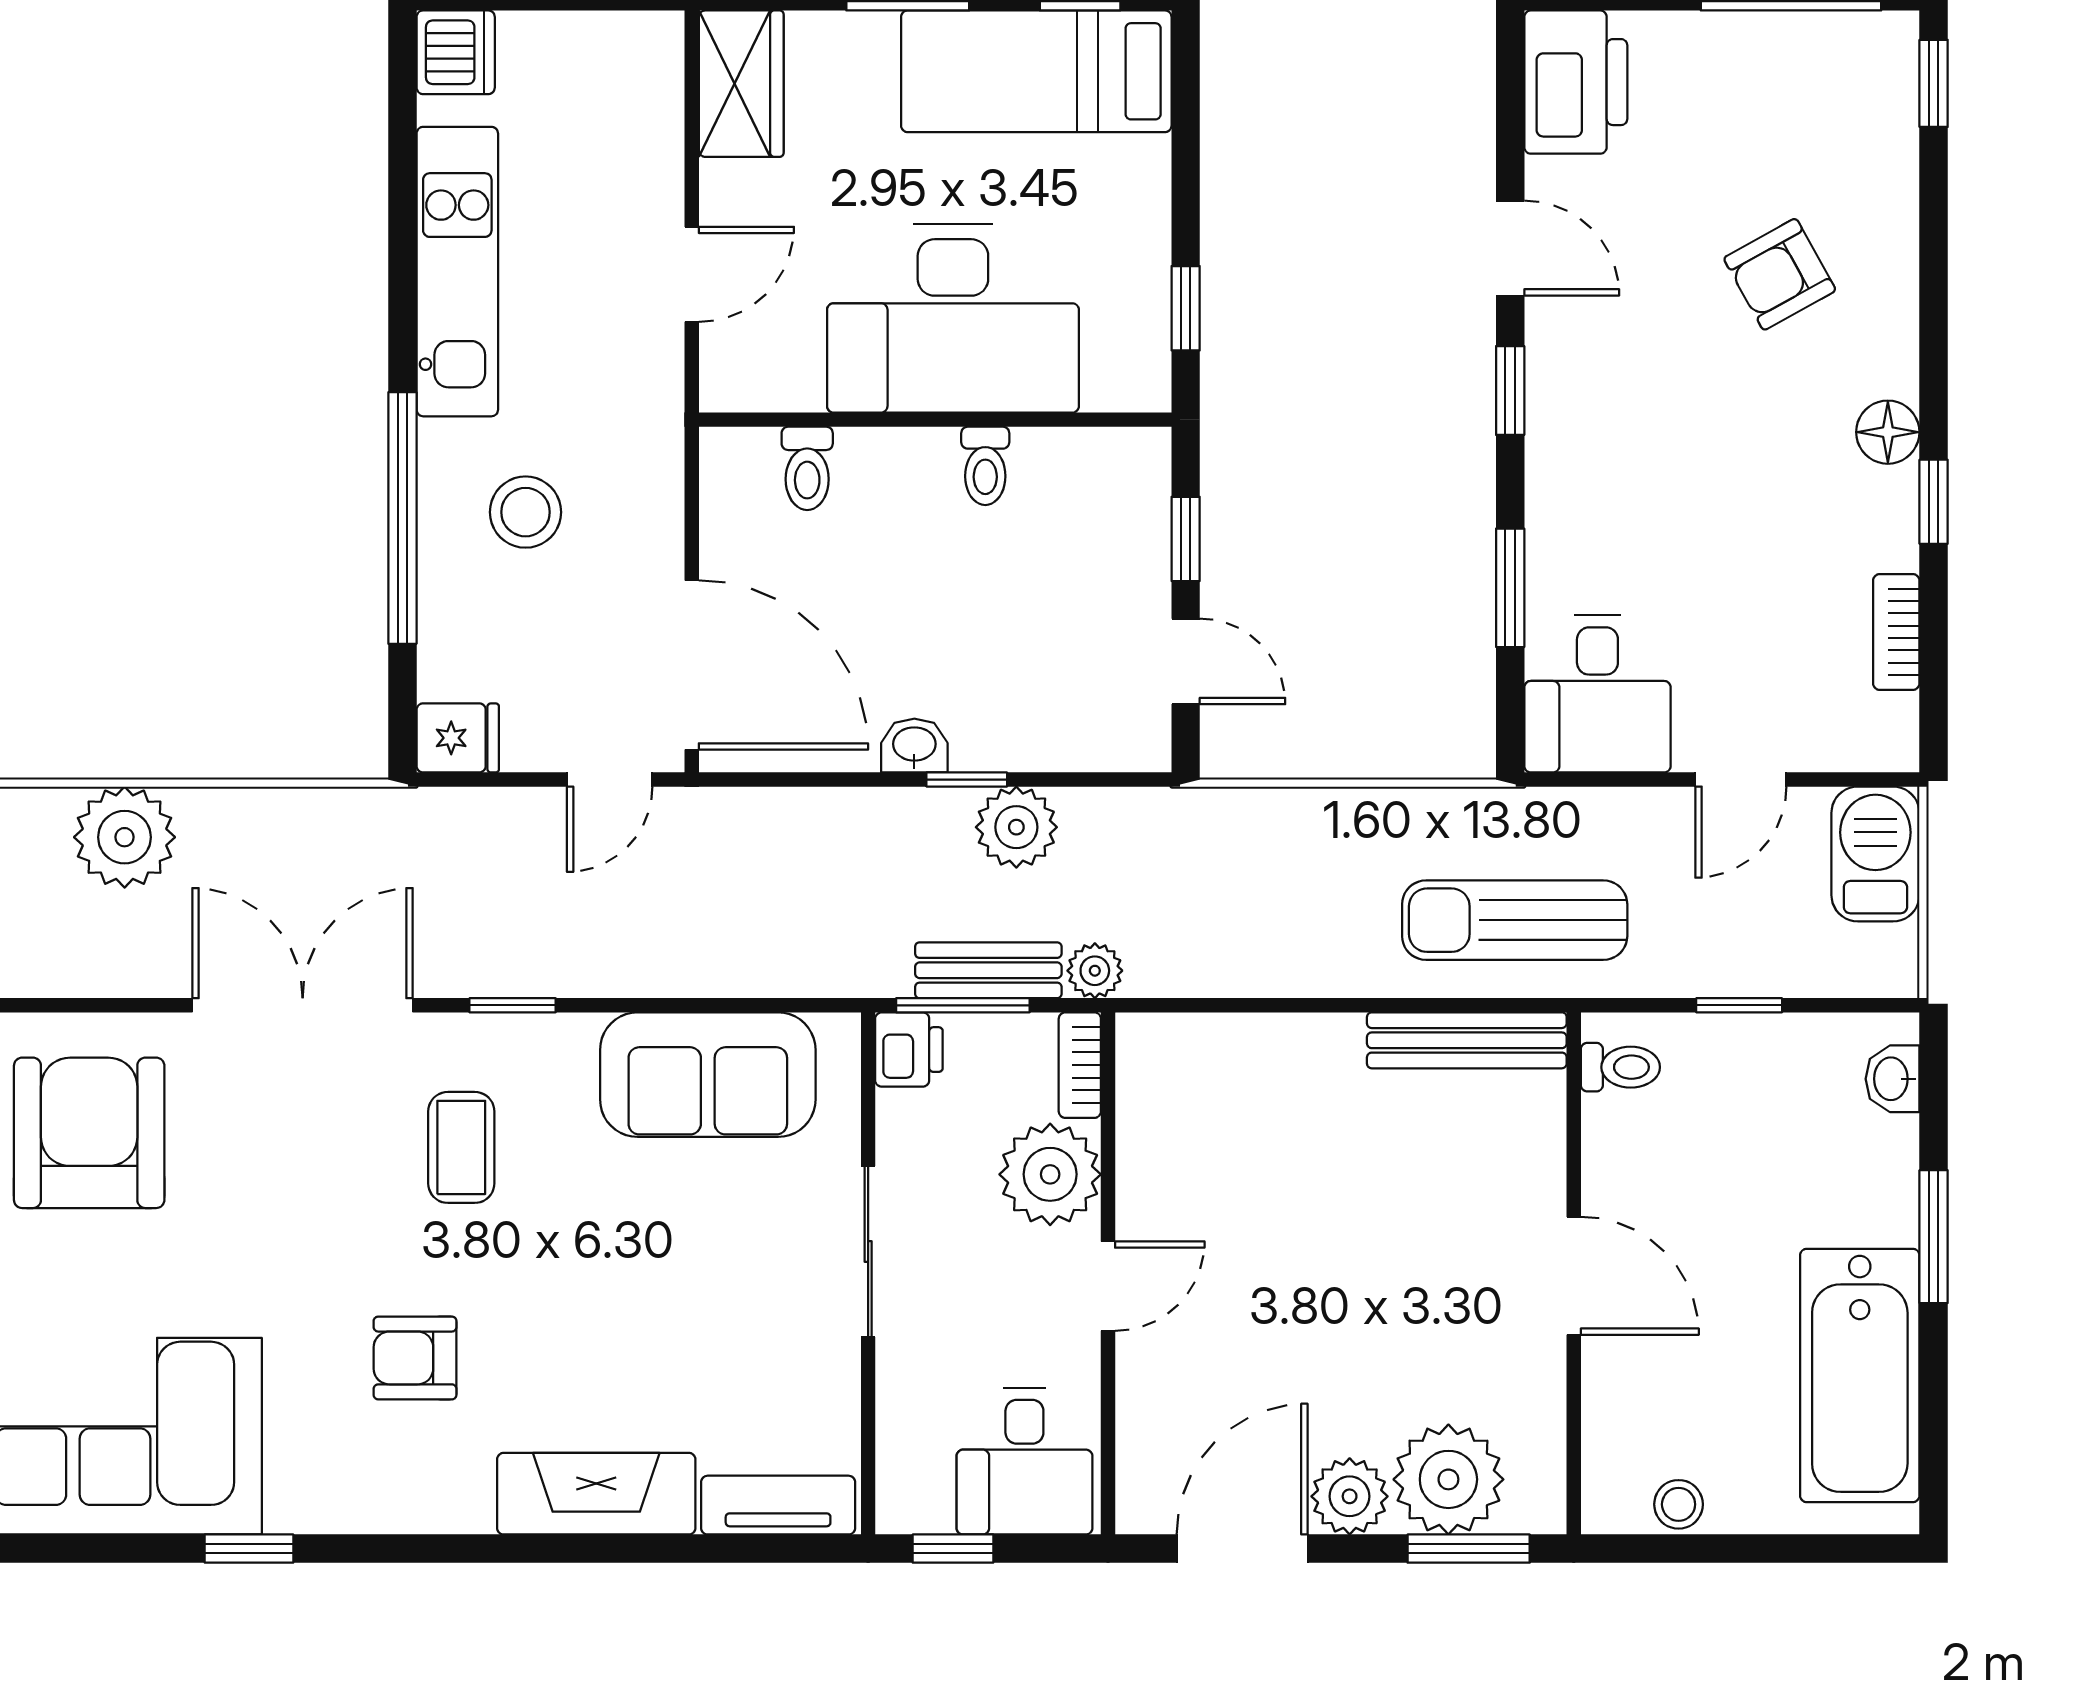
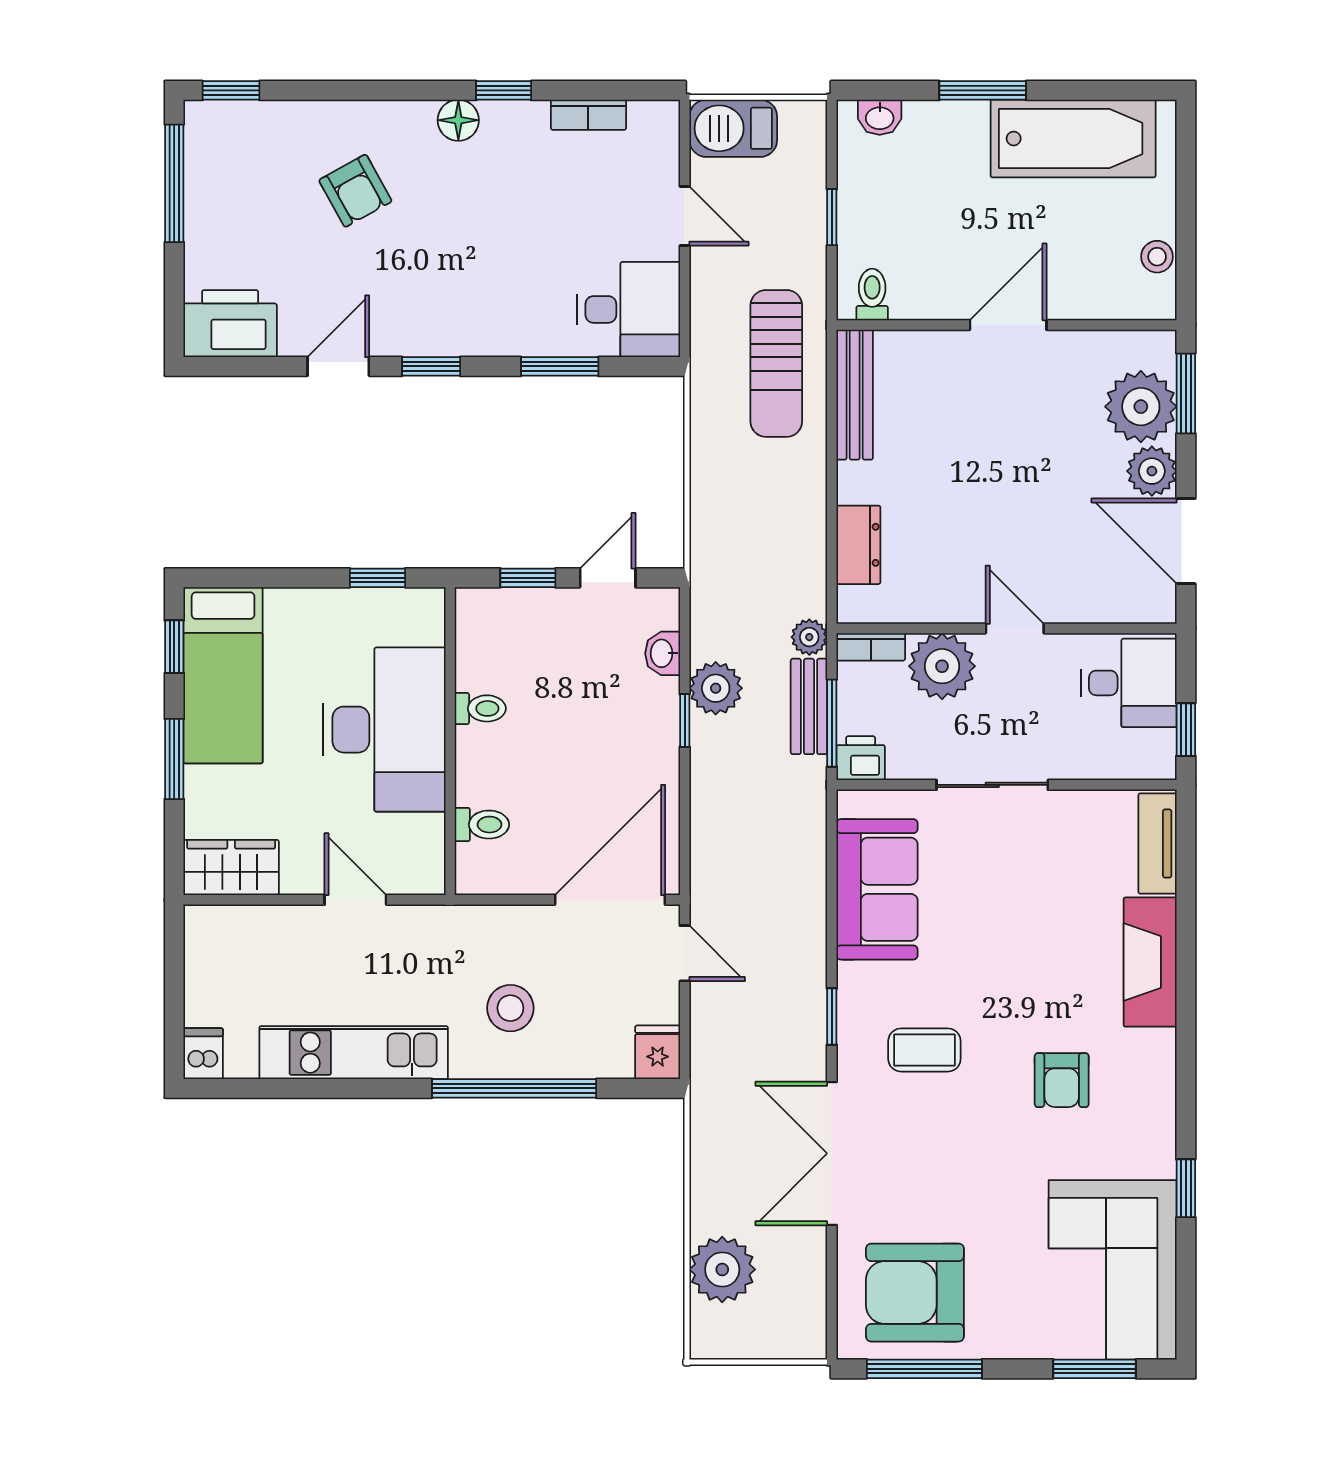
dishwasher: (456, 52) -> (203, 1054), width x0.73
washbasin: (914, 746) -> (663, 653), moved
dresser: (1236, 1046) -> (858, 545), added

